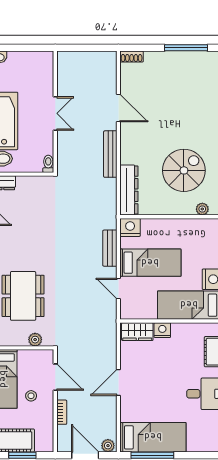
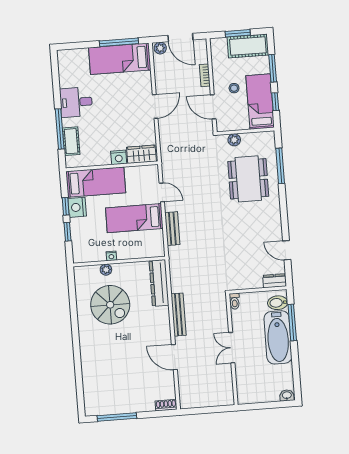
spiral stairs: (184, 170) -> (110, 305), turned -90
plant: (202, 209) -> (106, 270), moved
nightstand: (130, 227) -> (111, 256), moved, width x0.53, depth x0.56

